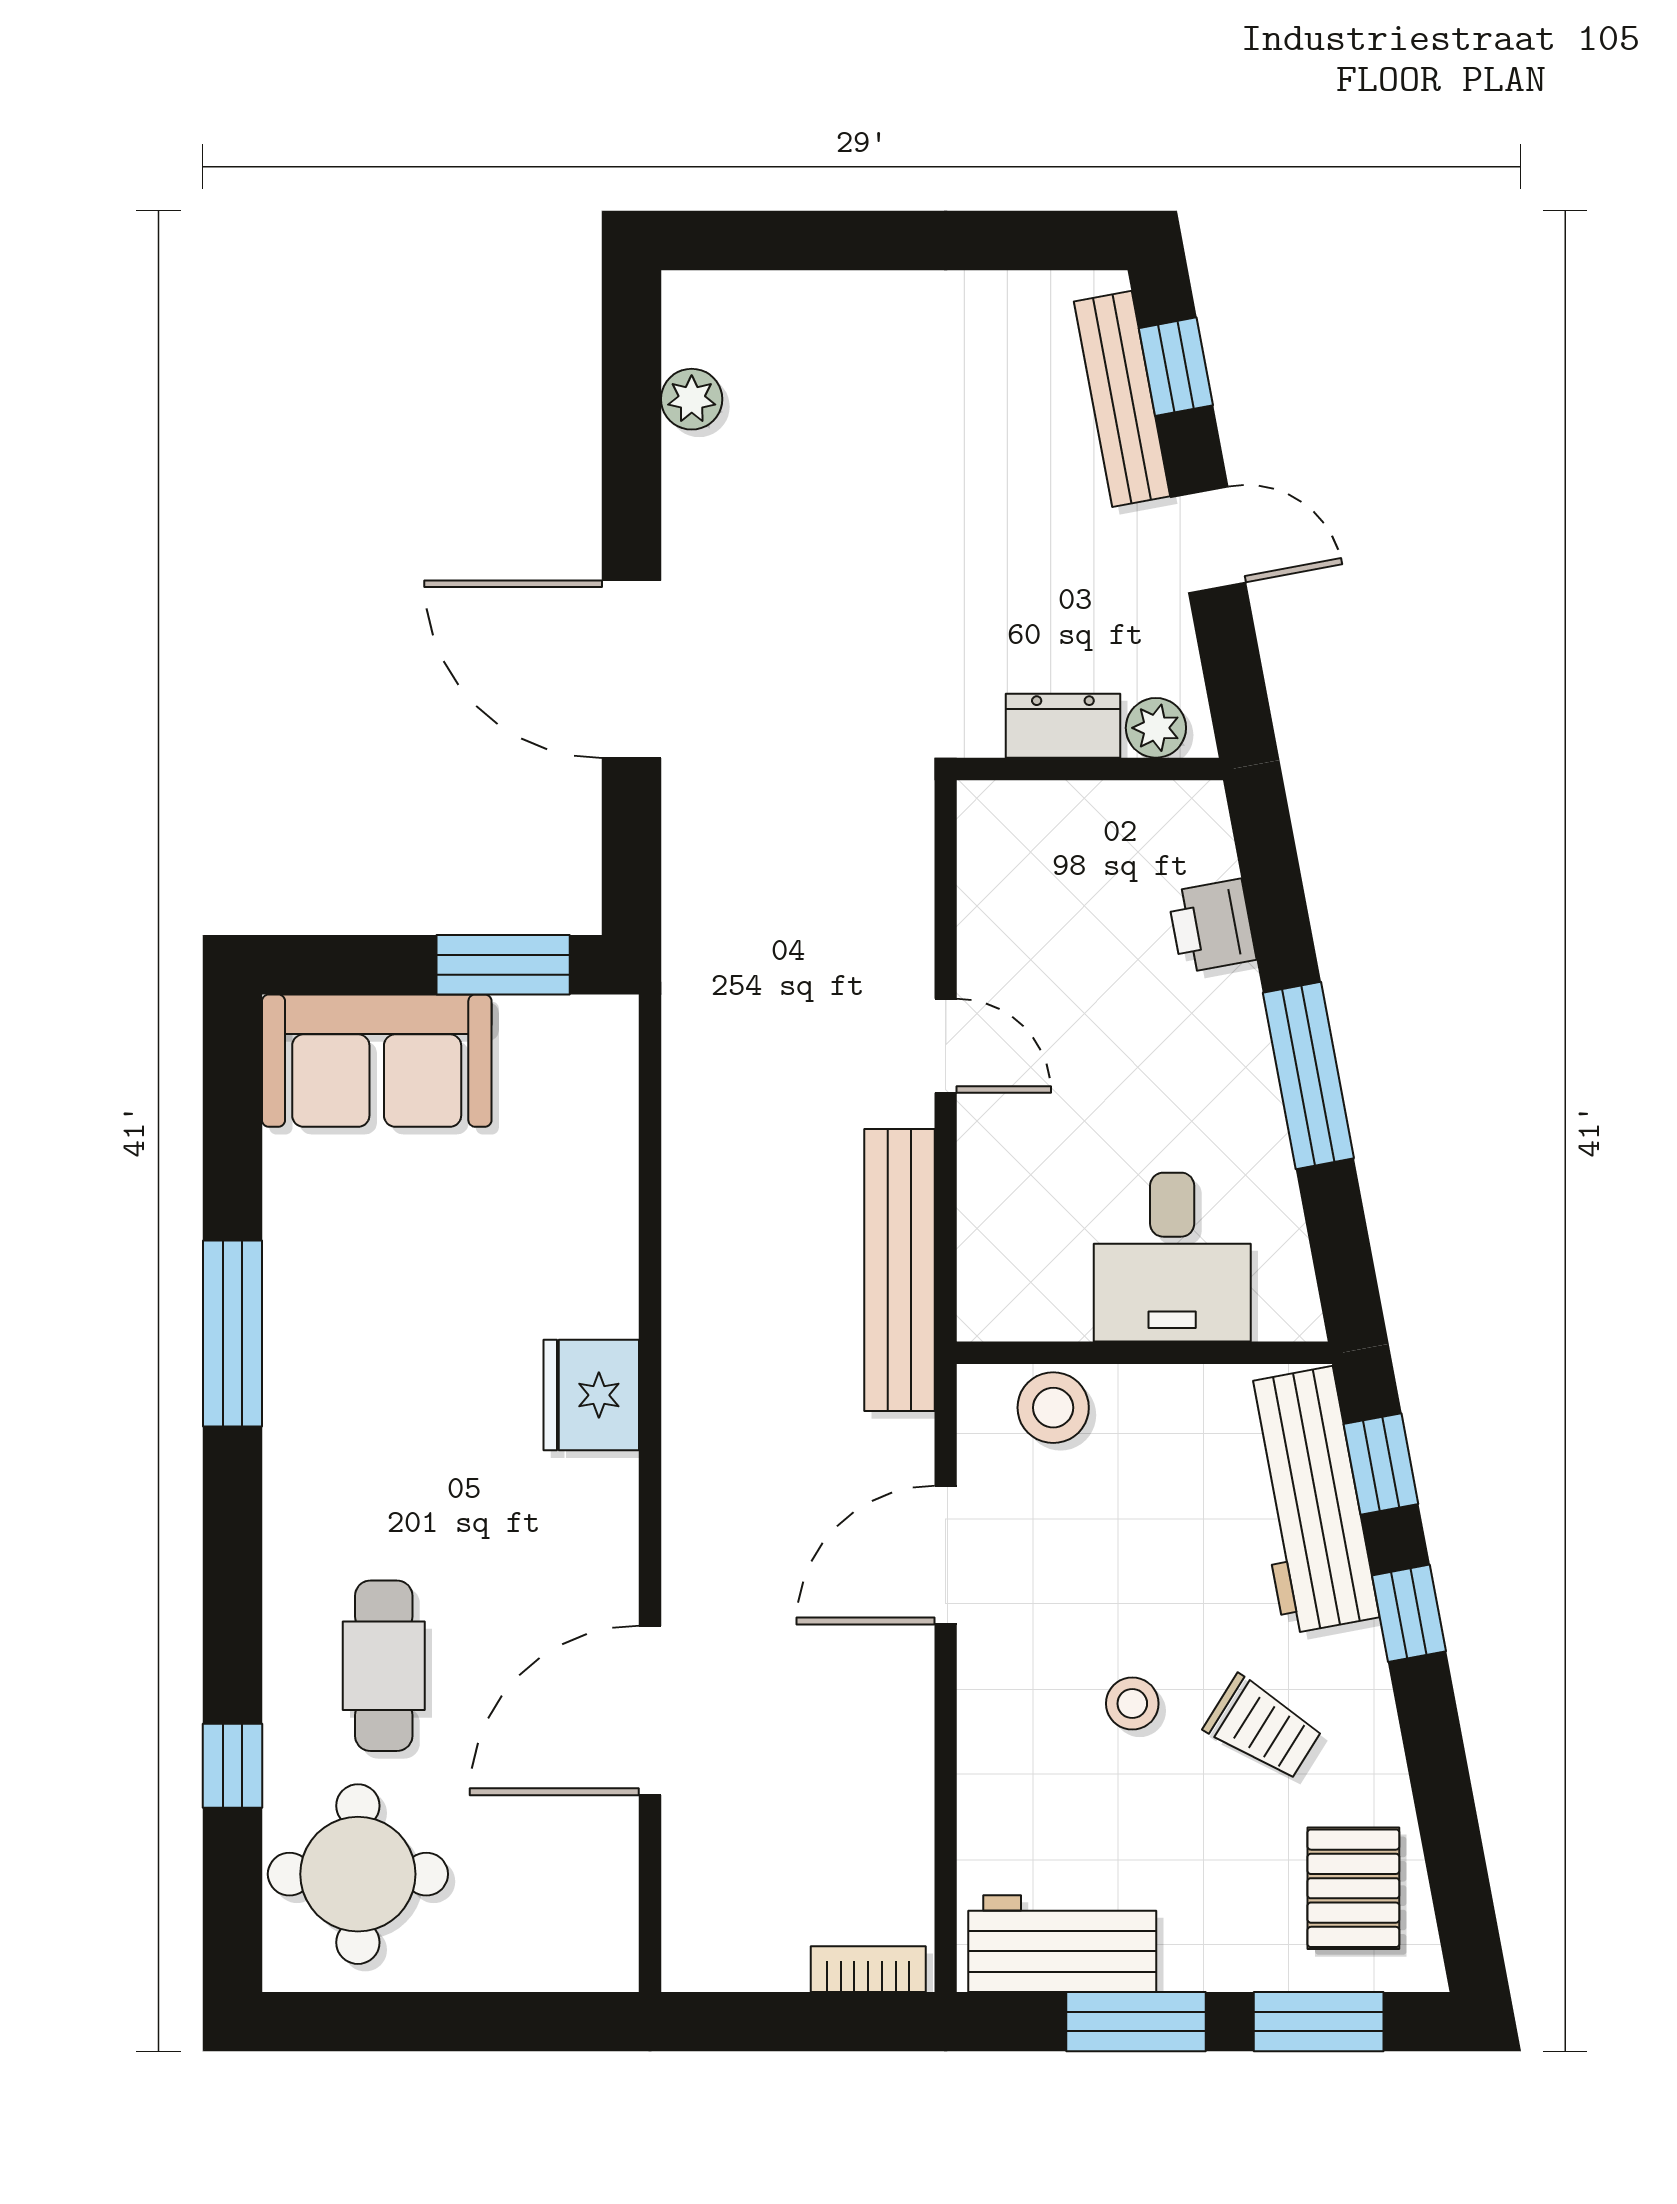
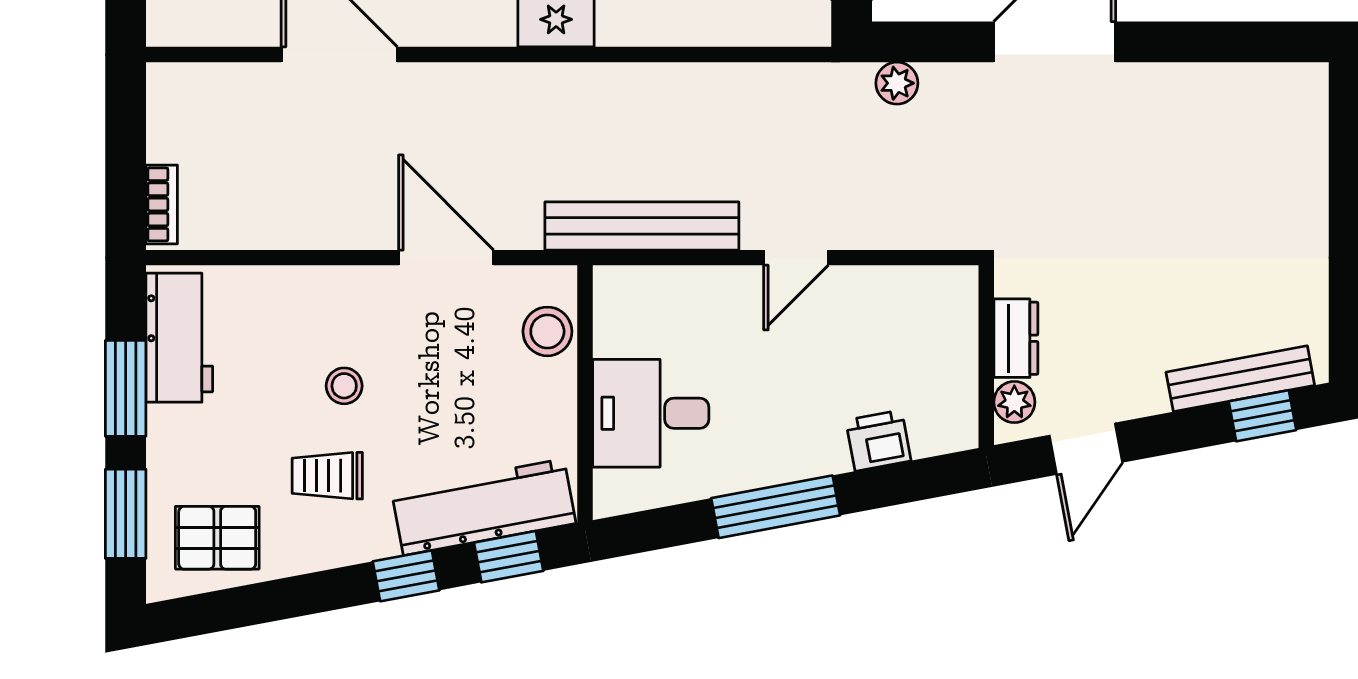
plant: (692, 399) -> (897, 83), moved
door: (1208, 540) -> (1086, 449), moved
trolley: (1263, 1728) -> (327, 476), turned 58

